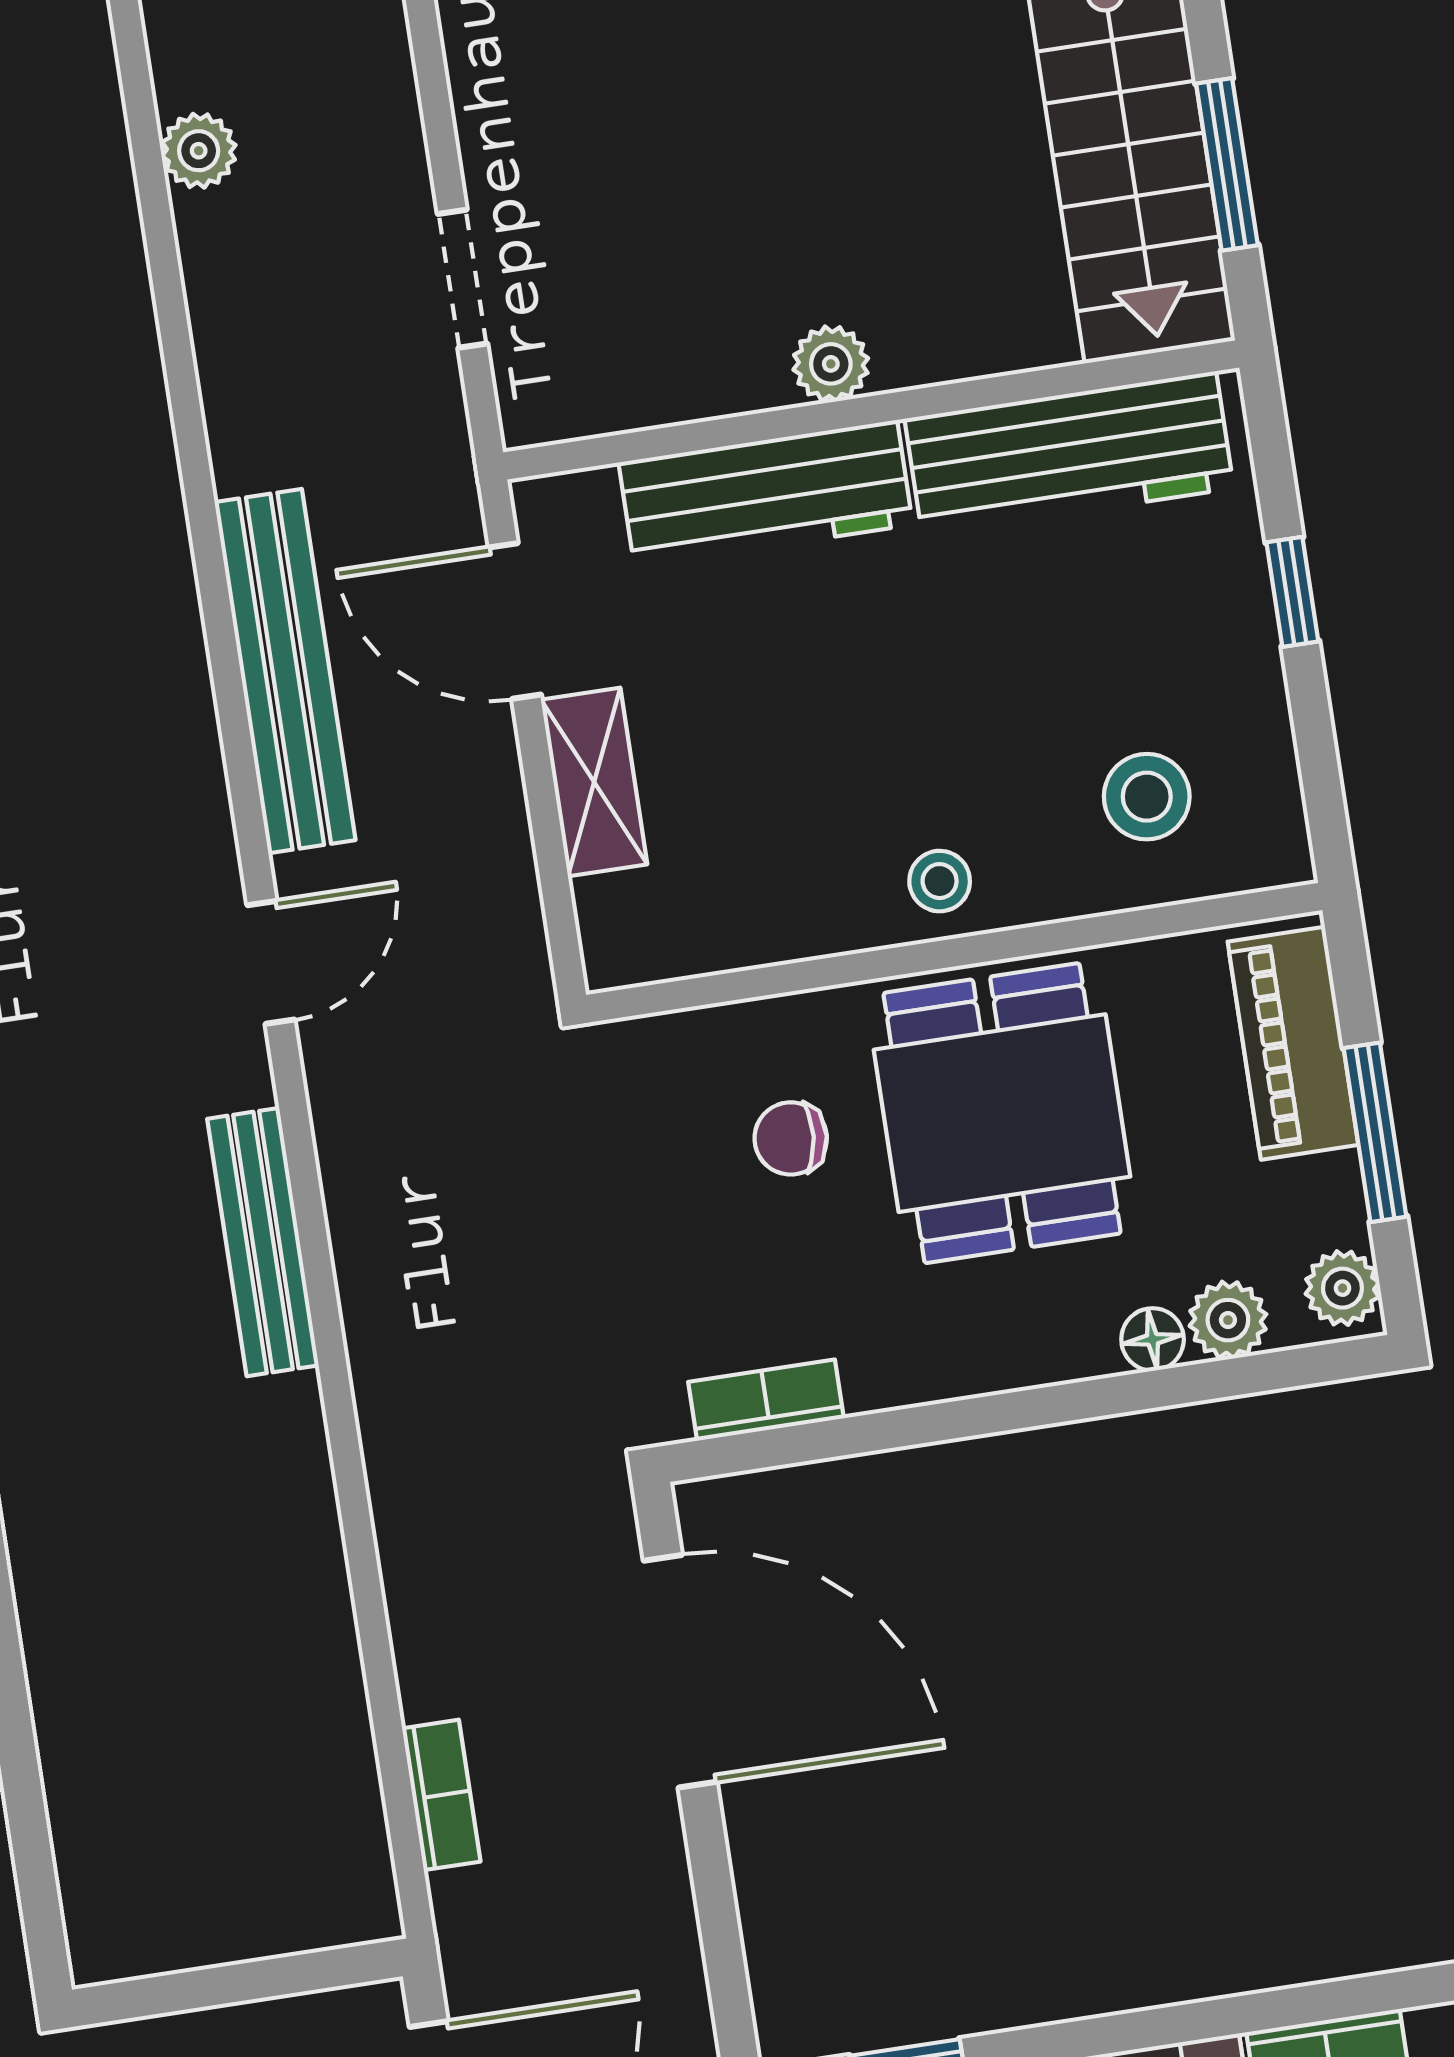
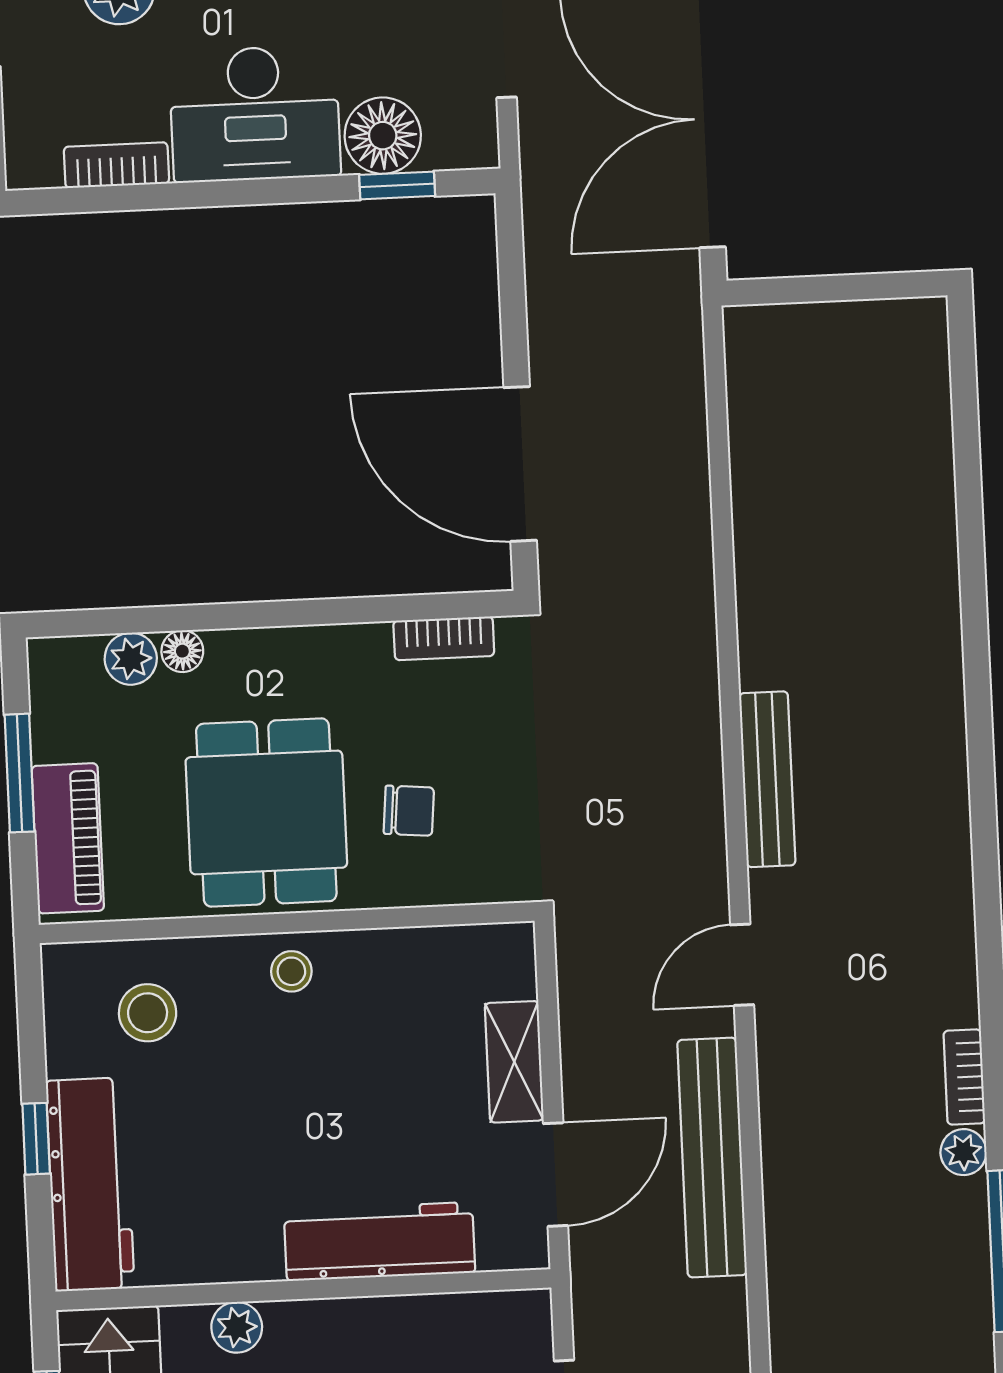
plant: (831, 364) -> (237, 1327), moved
workbench: (1069, 454) -> (90, 1184), moved, turned 90
door: (515, 621) -> (556, 1175), hinge flipped
plant: (1342, 1288) -> (52, 672), removed
bookcase: (441, 1795) -> (688, 399), removed

